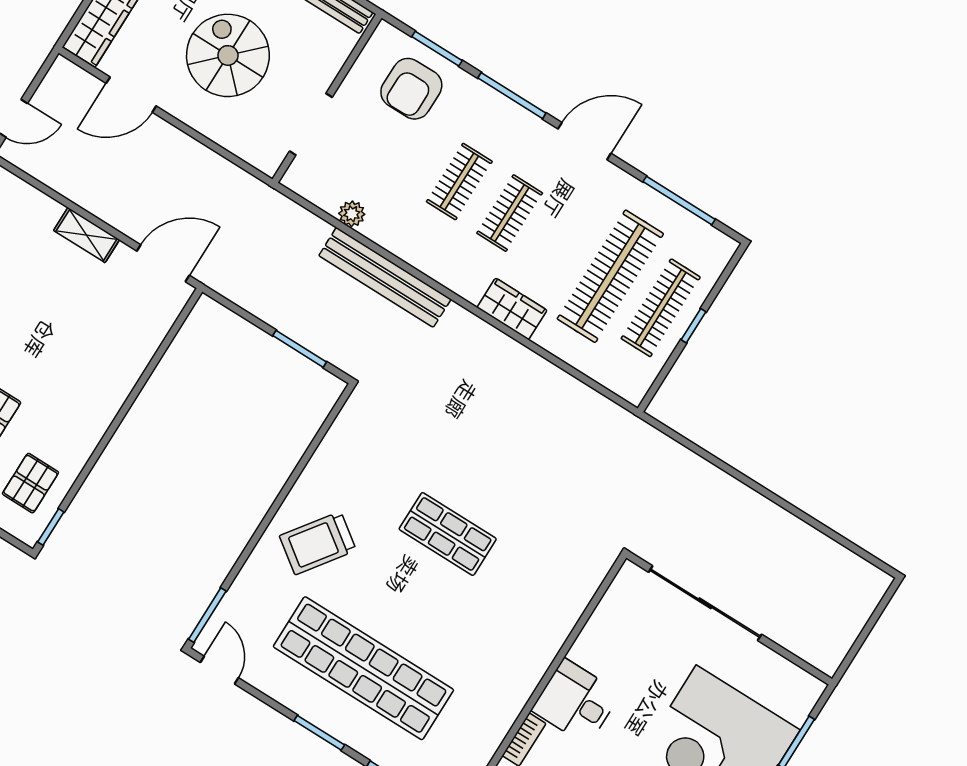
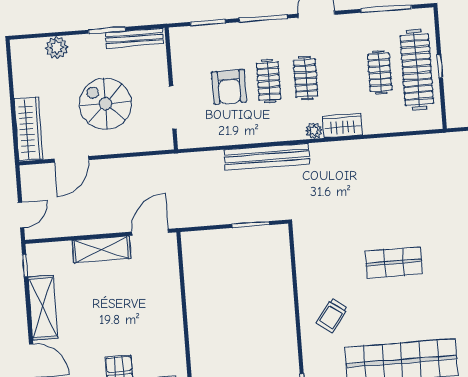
armchair: (411, 89) -> (229, 87), moved
plant: (352, 214) -> (314, 131), moved
shelving: (87, 235) -> (101, 249), width x1.50, depth x1.33
clothes rail: (610, 276) -> (380, 72), width x0.54, depth x0.76
clothes rail: (661, 308) -> (417, 70), width x1.37, depth x1.31
trolley: (318, 543) -> (332, 315), width x0.73, depth x0.72

